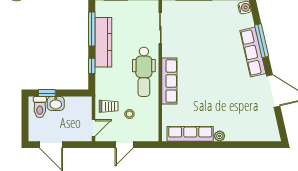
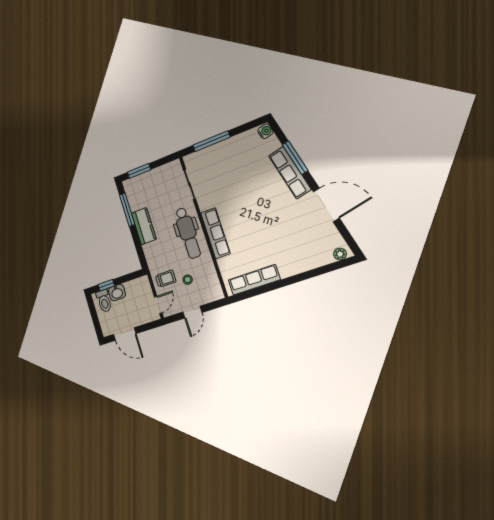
kitchen counter: (103, 42) -> (144, 226), width x0.67
window: (92, 66) -> (138, 245), removed
plant: (220, 136) -> (340, 254), moved

